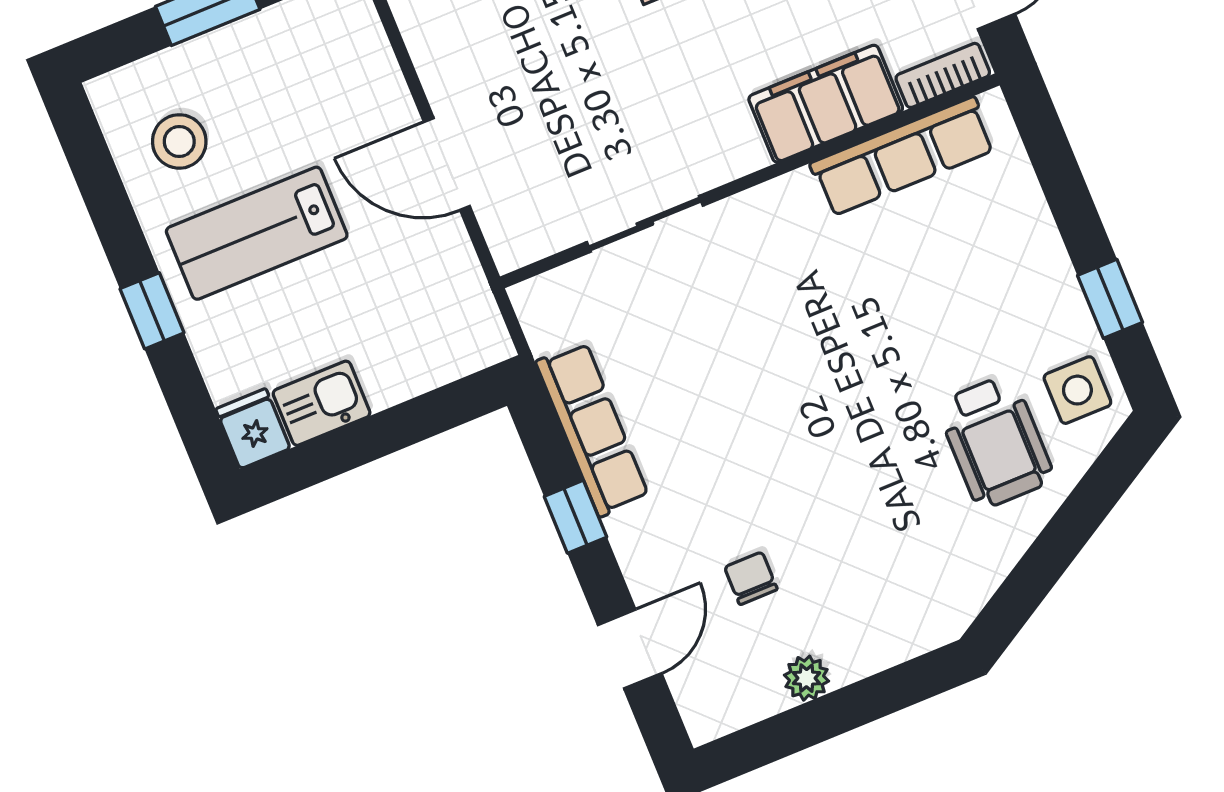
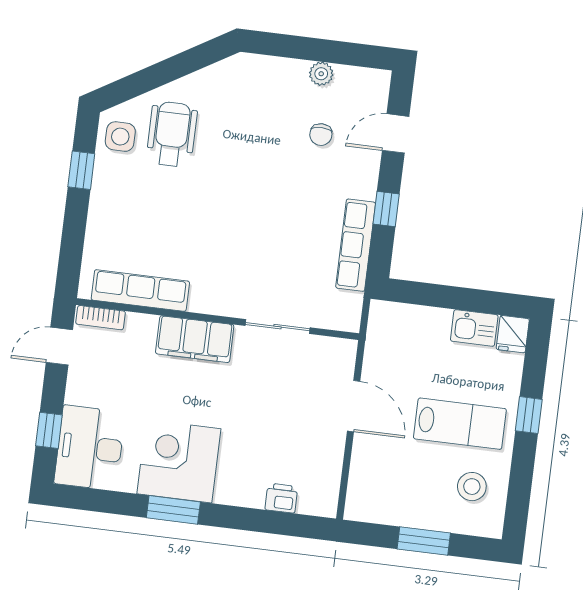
filing cabinet: (826, 104) -> (195, 339), moved

